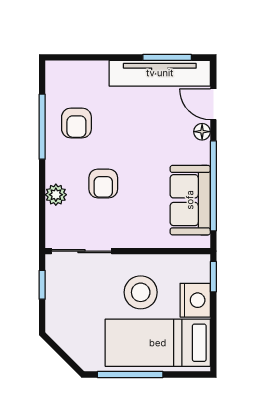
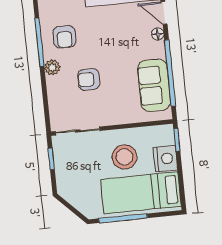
armchair: (103, 183) -> (89, 79), turned 91
plant: (56, 195) -> (52, 67), moved

